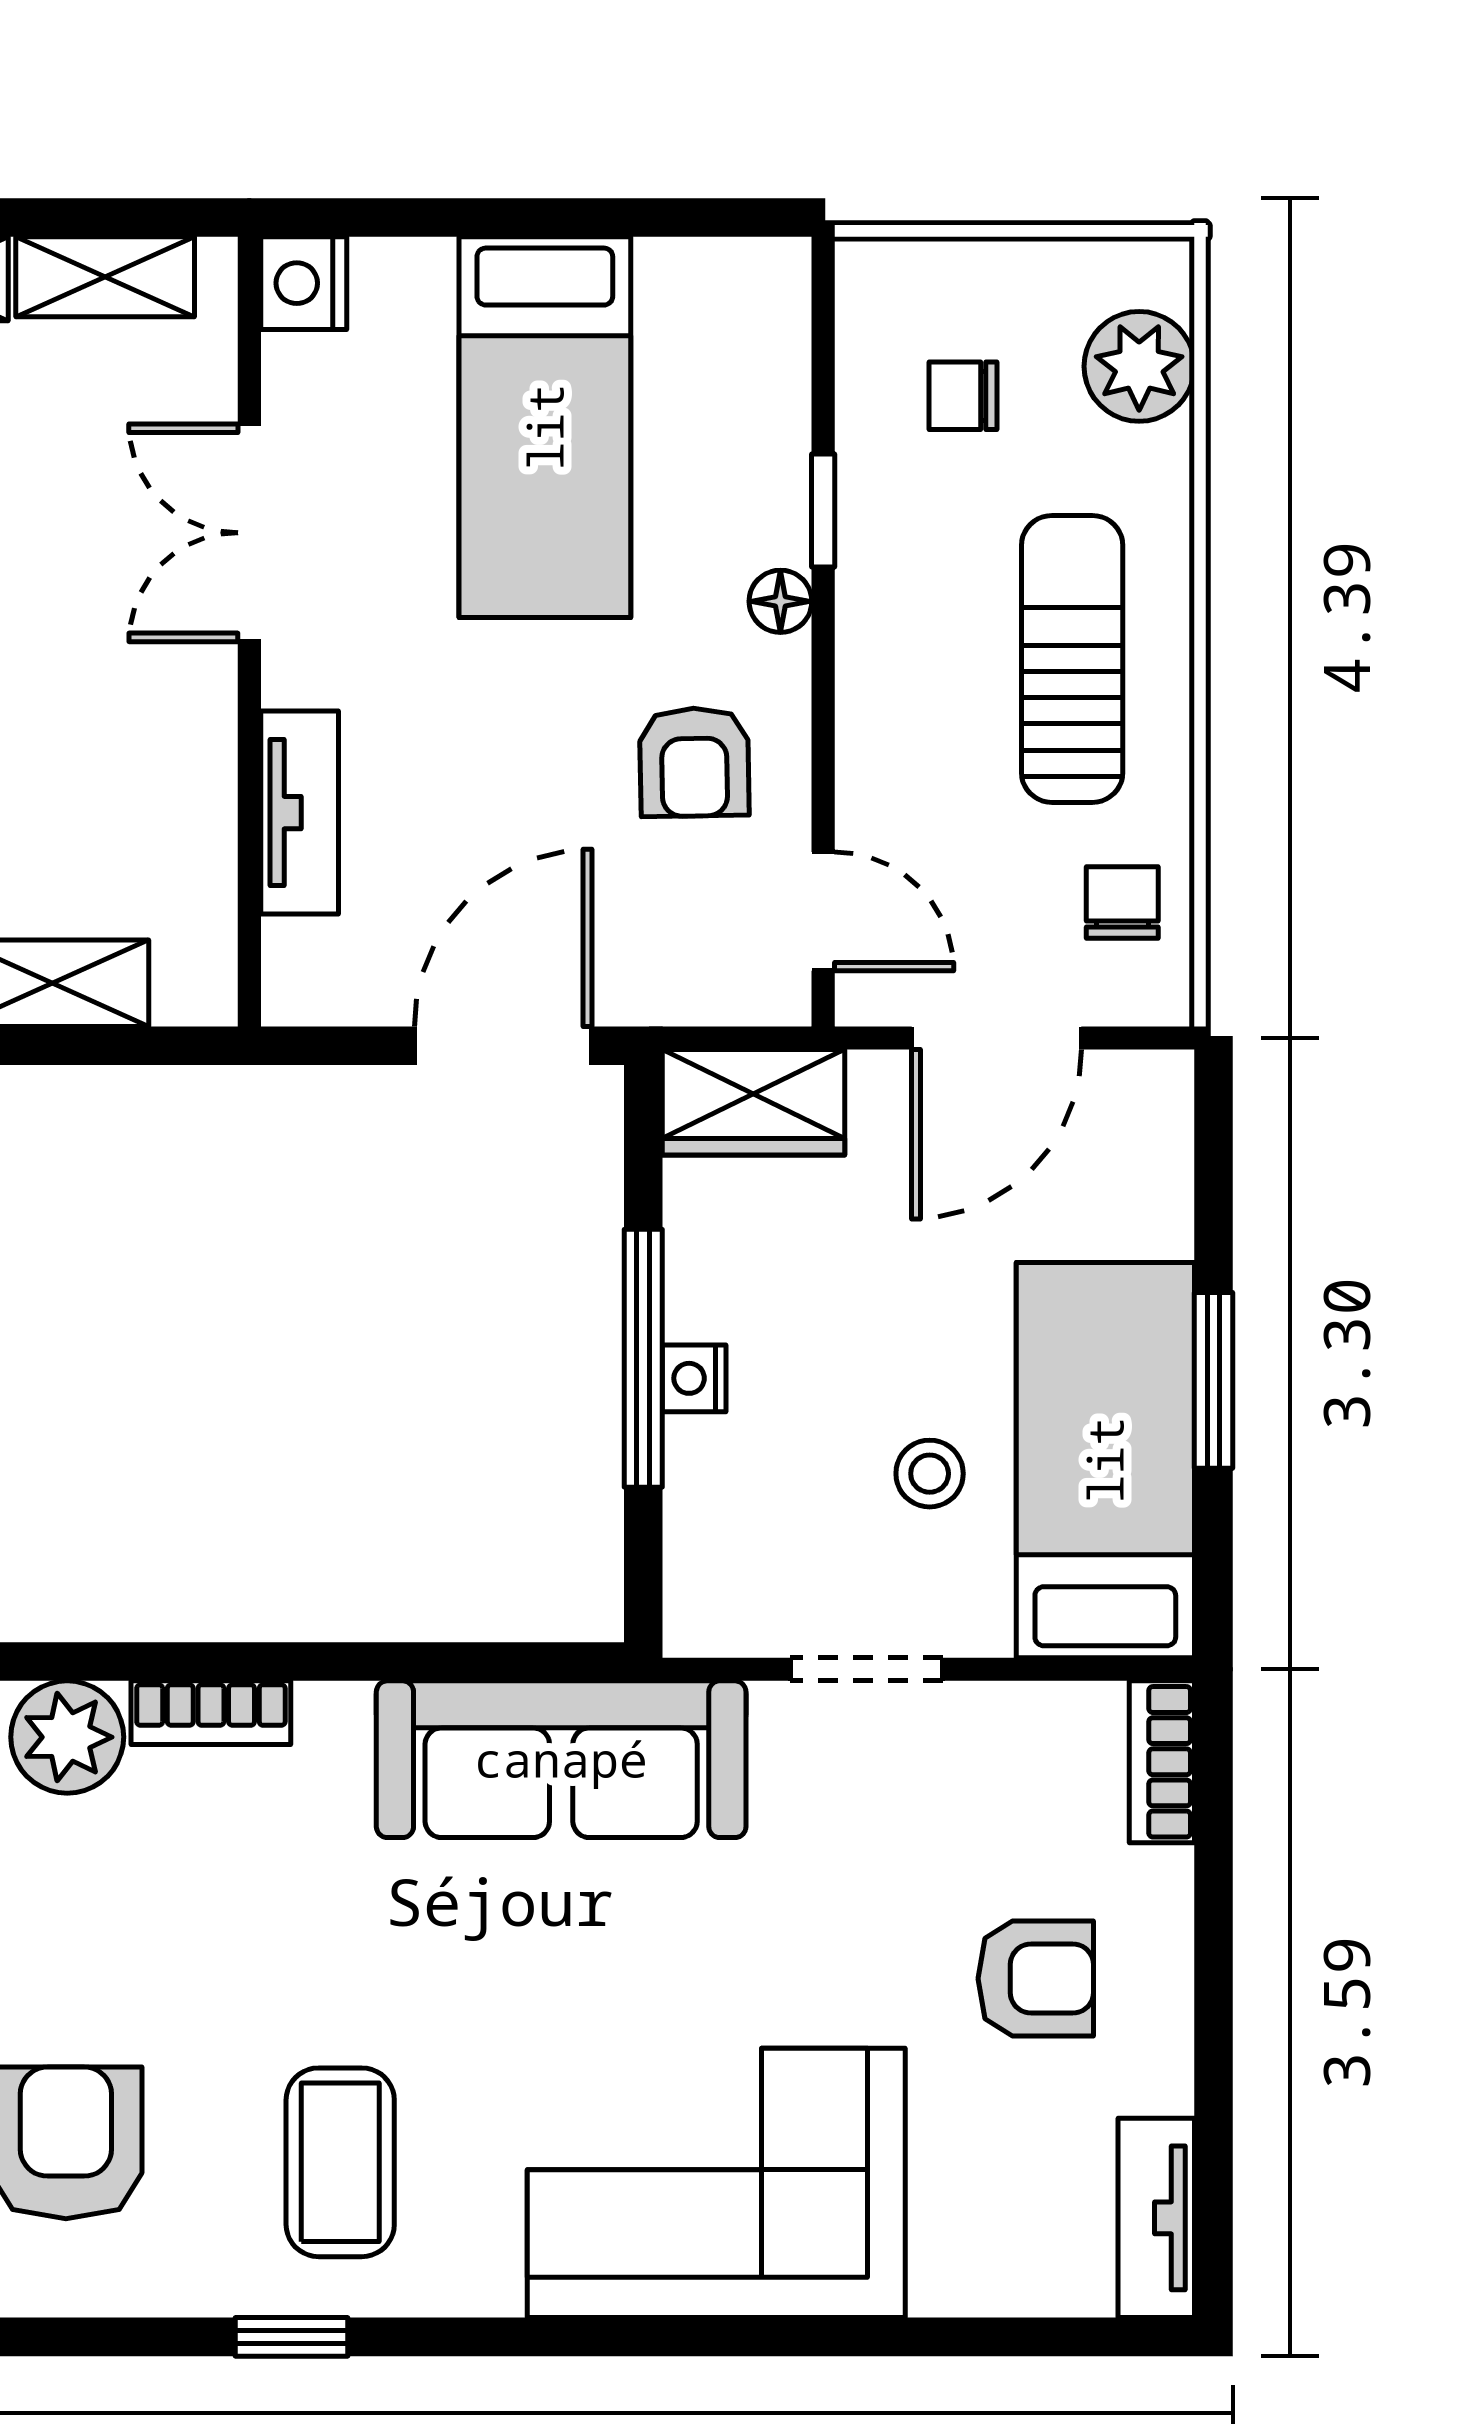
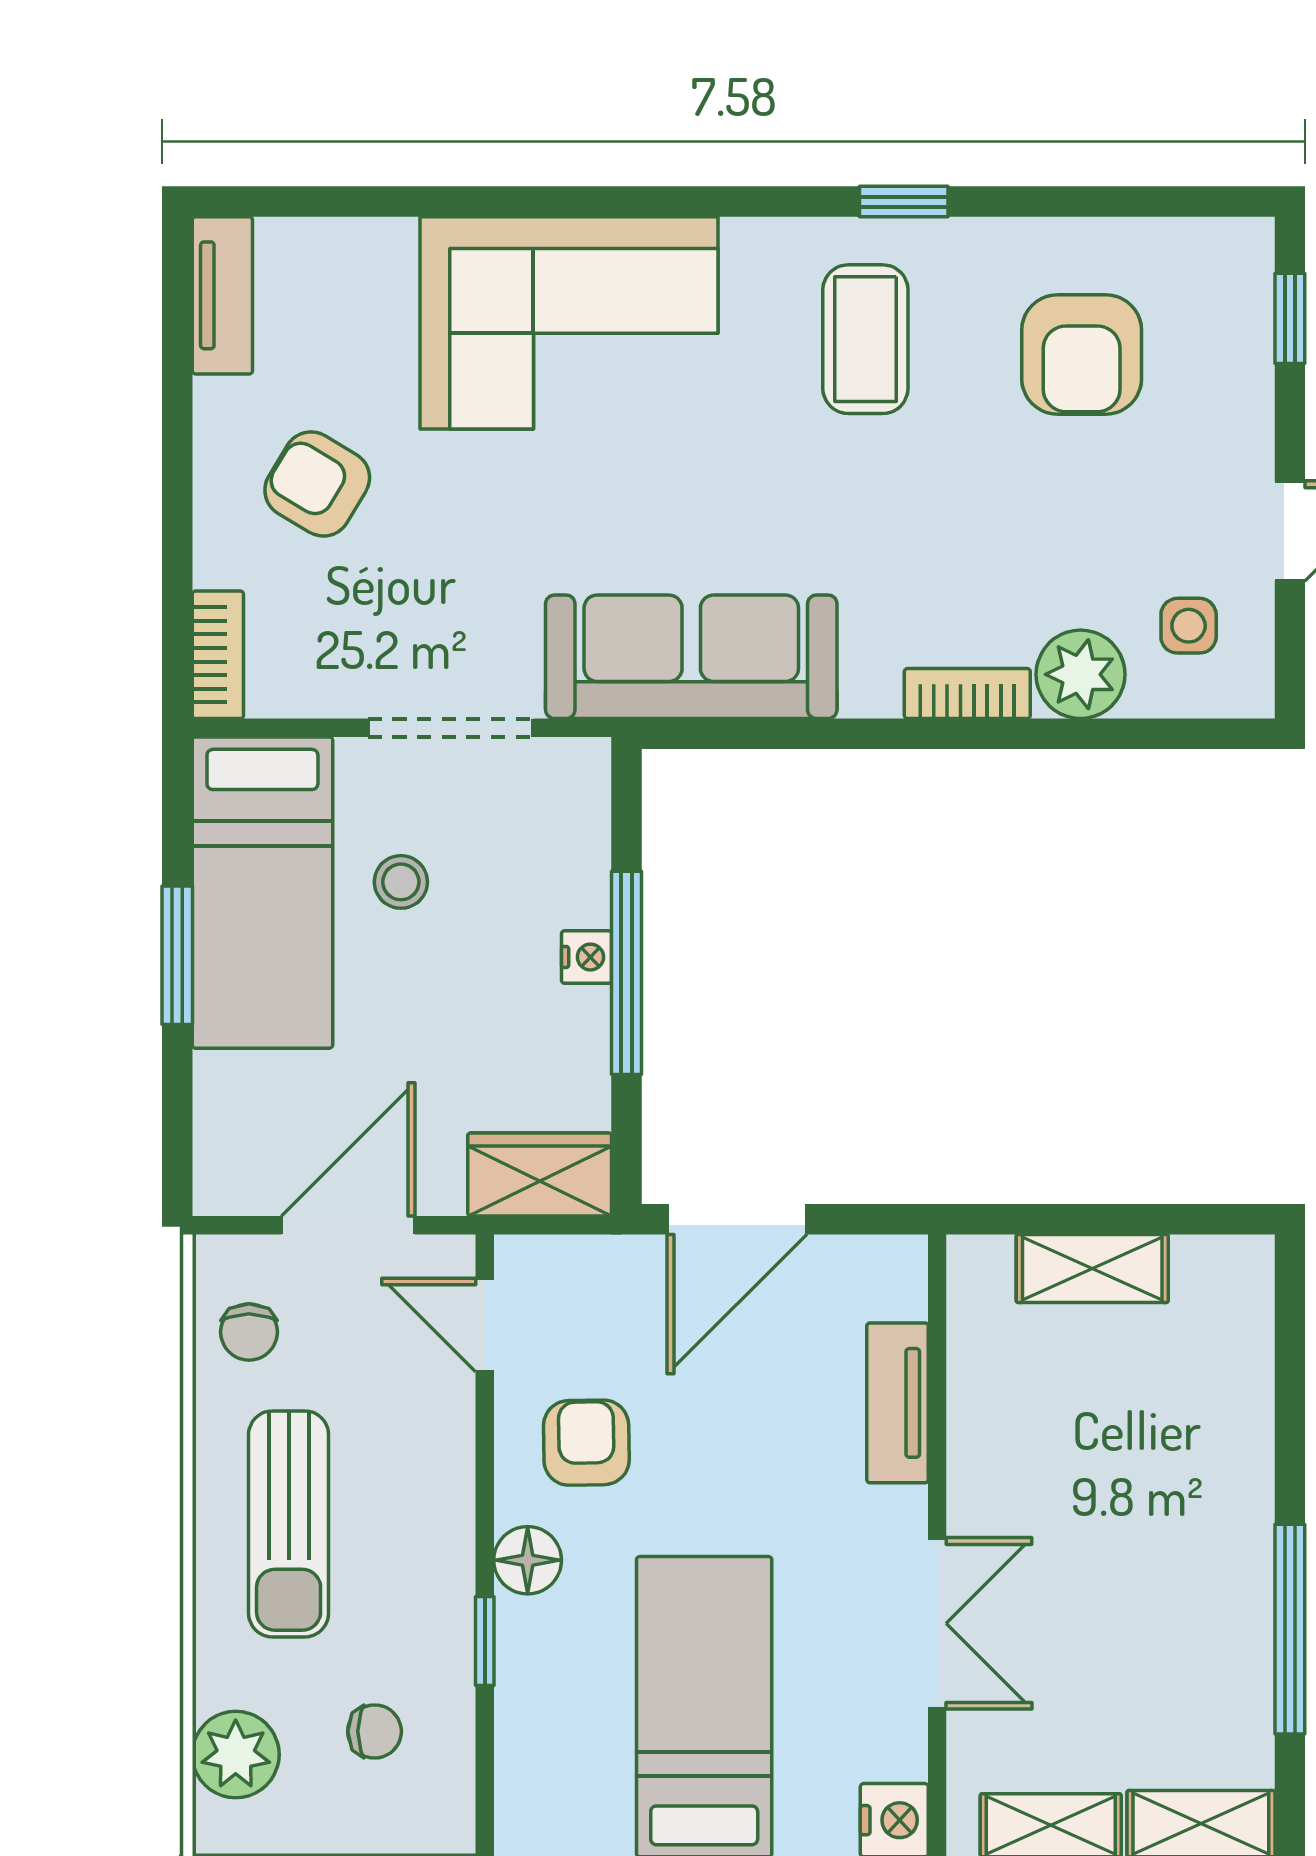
floor lamp: (780, 601) -> (528, 1560), width x1.37, depth x1.37
doorway: (867, 1669) -> (451, 728), width x1.38
armchair: (1036, 1979) -> (317, 484), turned 31

